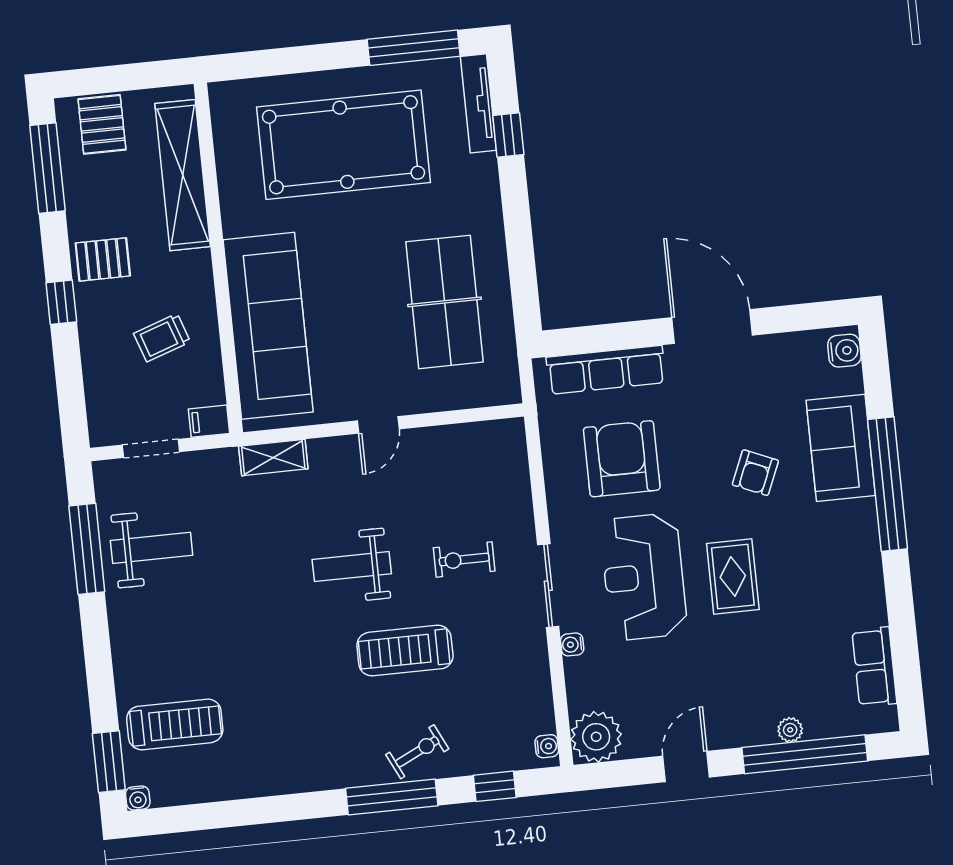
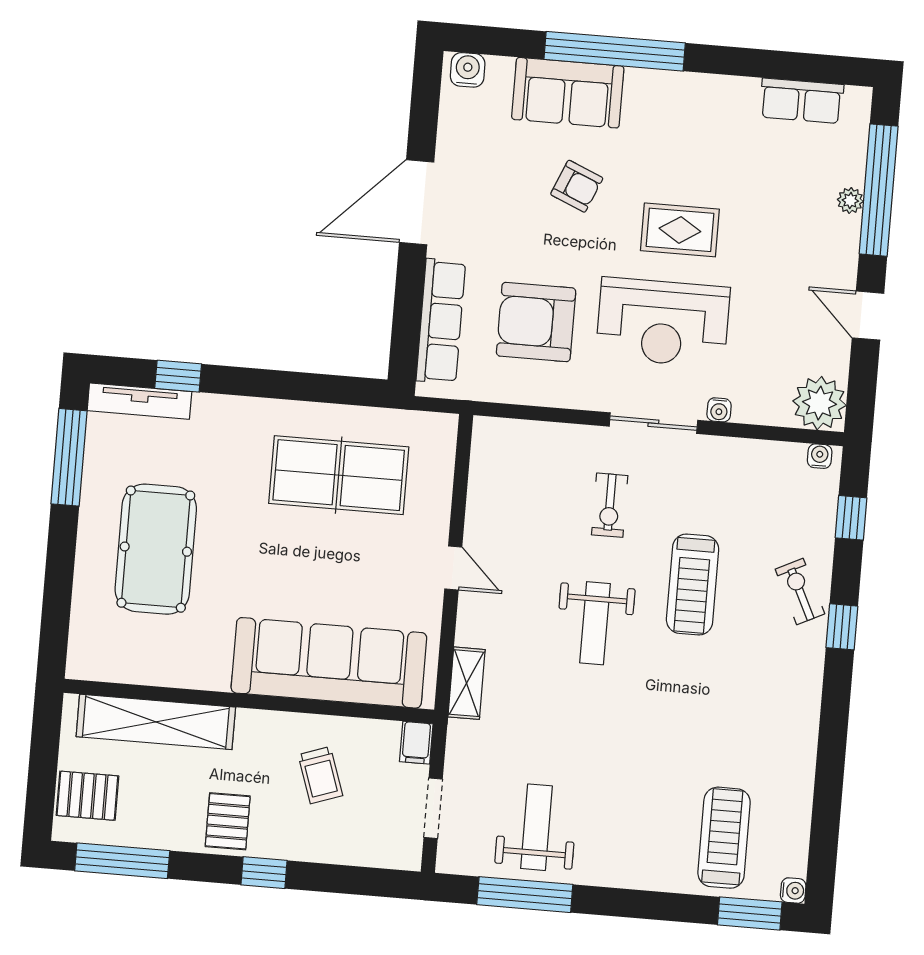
pool table: (343, 145) -> (156, 549), width x0.73, depth x0.76
window: (392, 797) -> (842, 627), width x0.46

